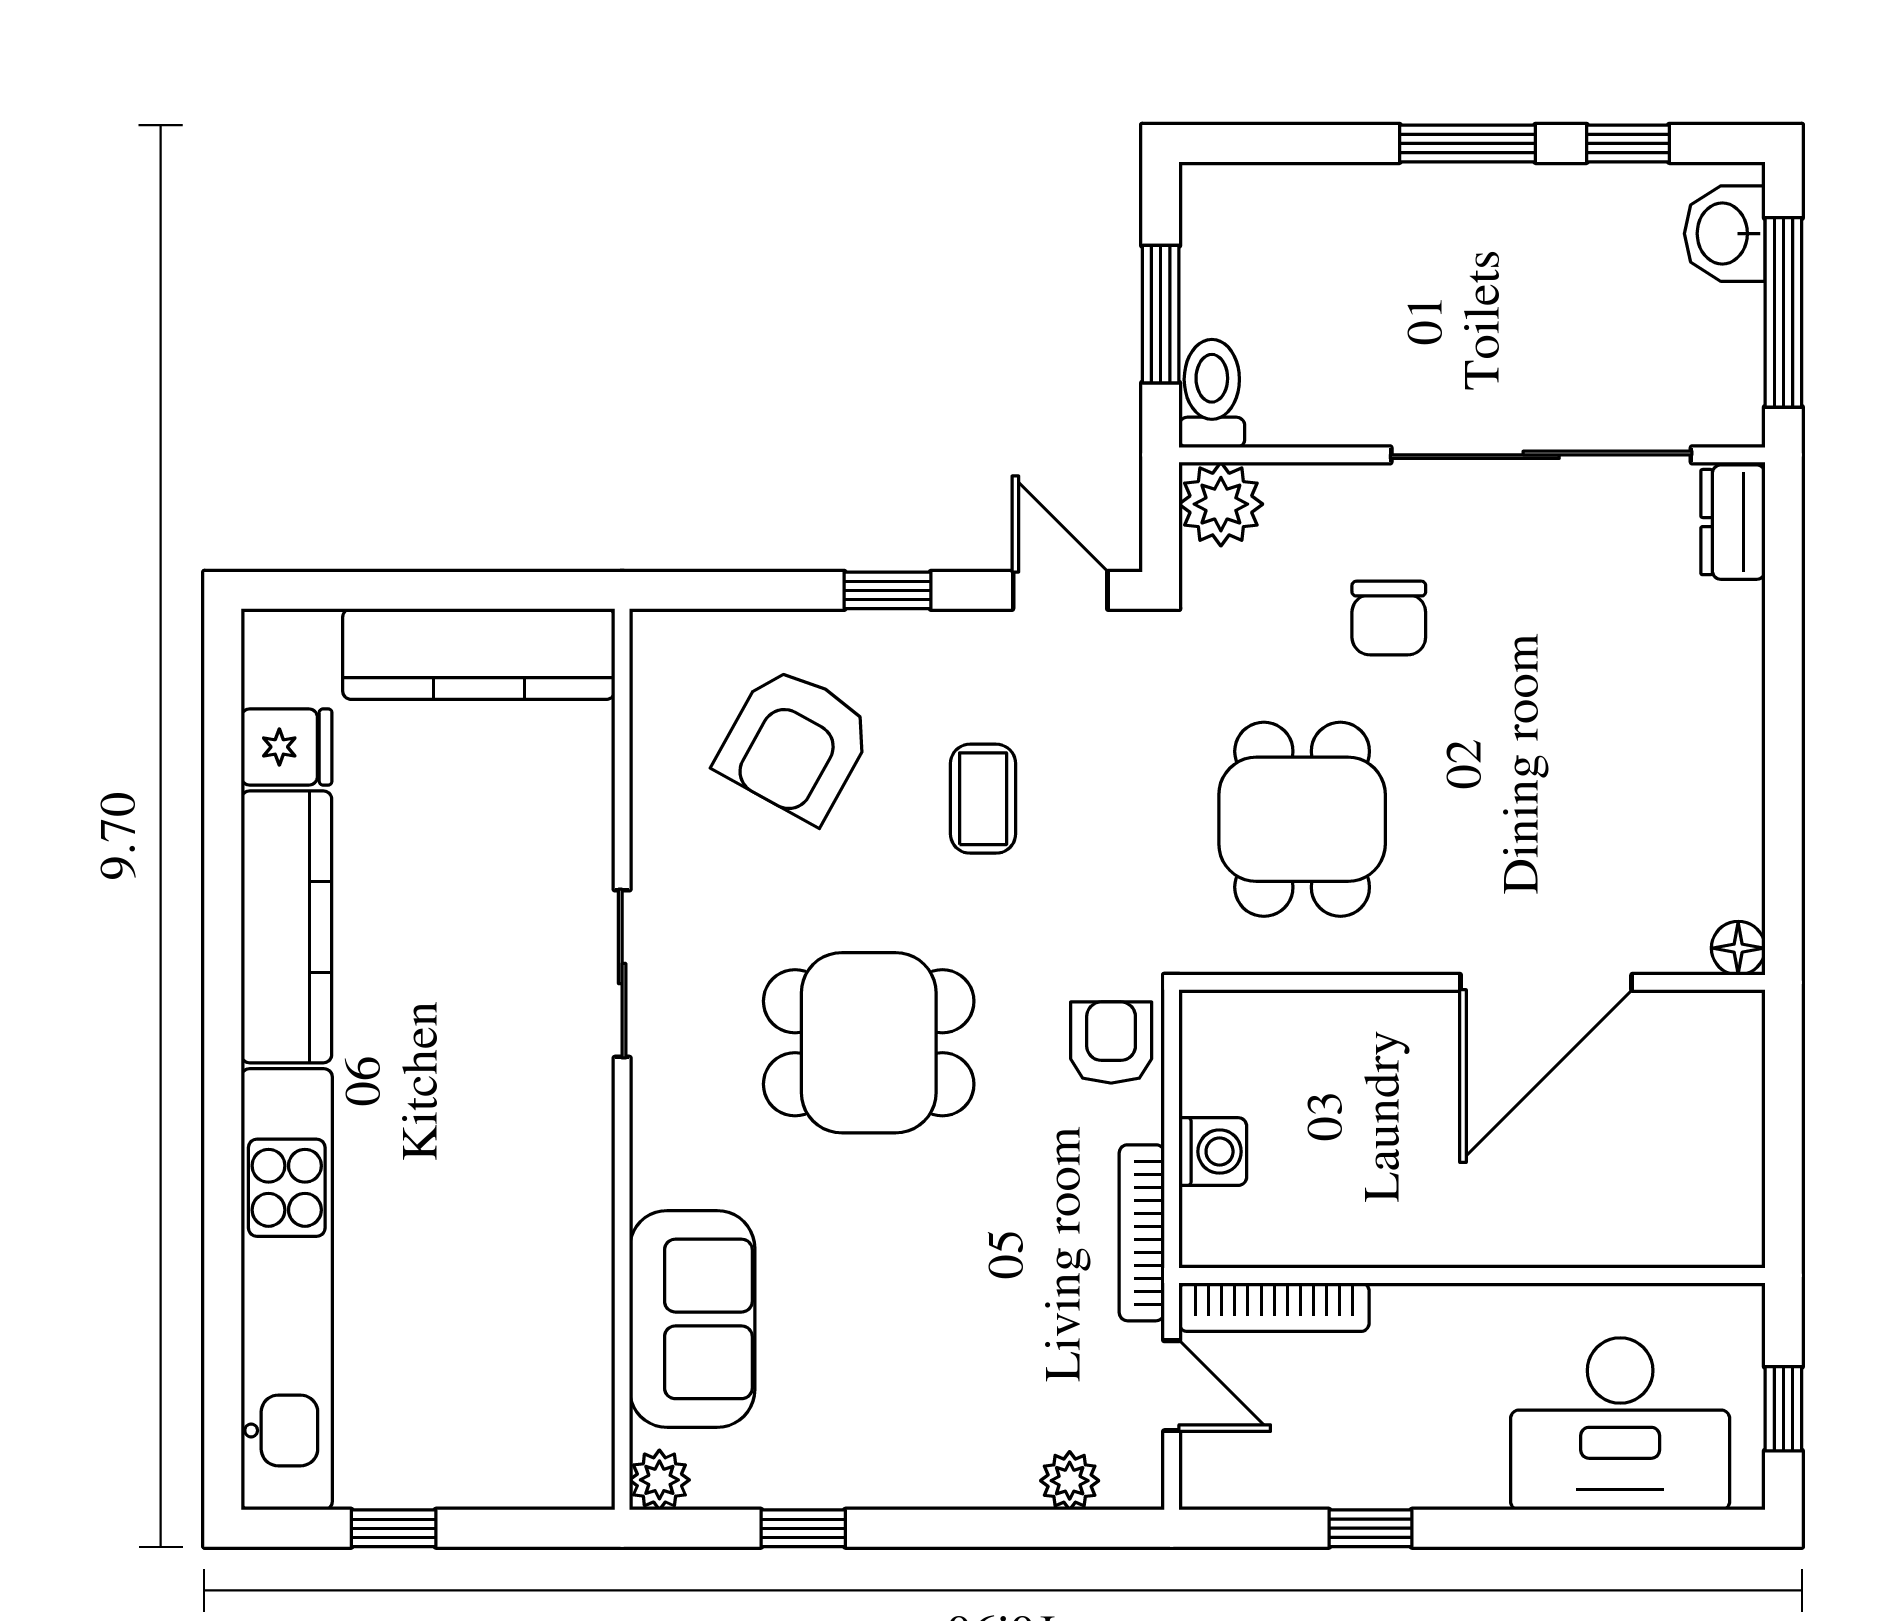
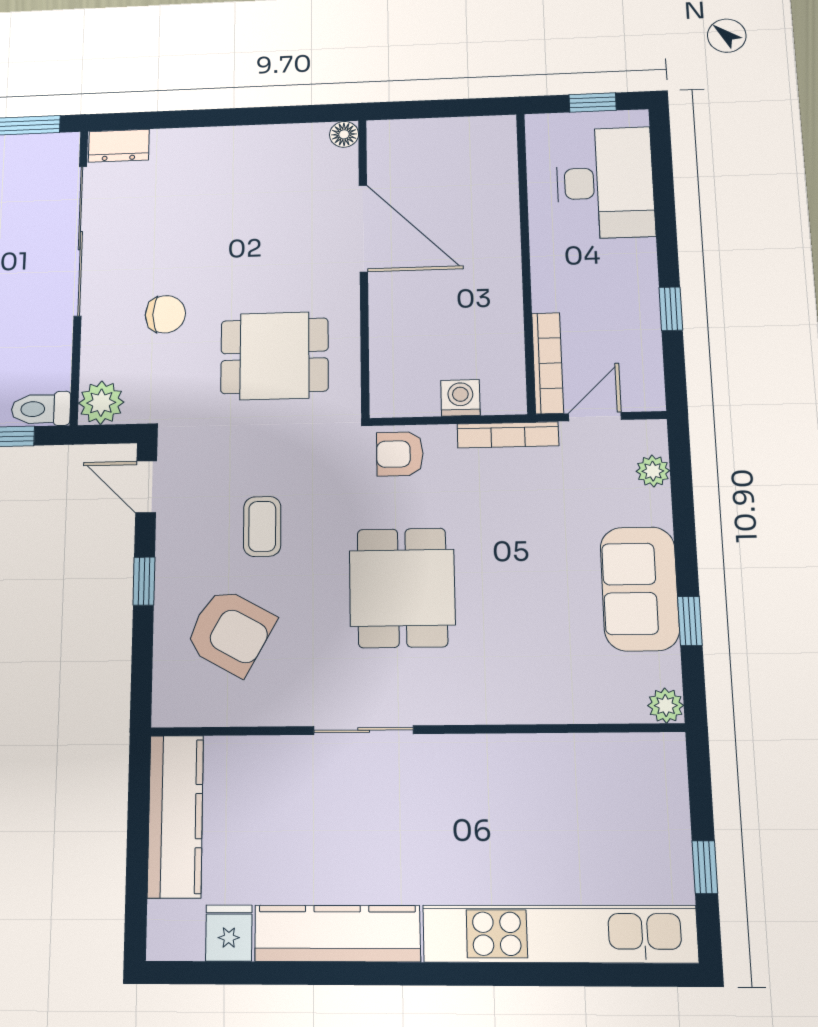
door: (1060, 590) -> (146, 487), hinge flipped
coffee table: (983, 799) -> (262, 526), turned 90
sofa: (692, 1319) -> (640, 589), moved, turned -90

